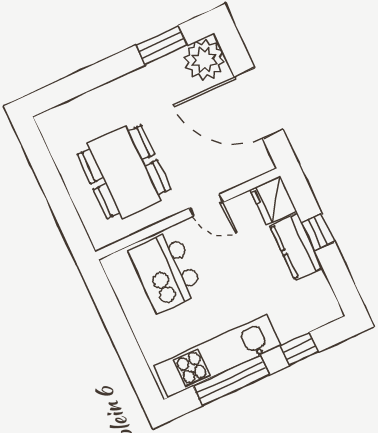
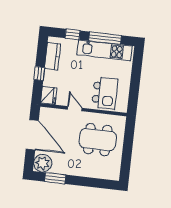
dining table: (124, 172) -> (98, 140), turned 90
kitchen counter: (296, 247) -> (53, 56), moved

